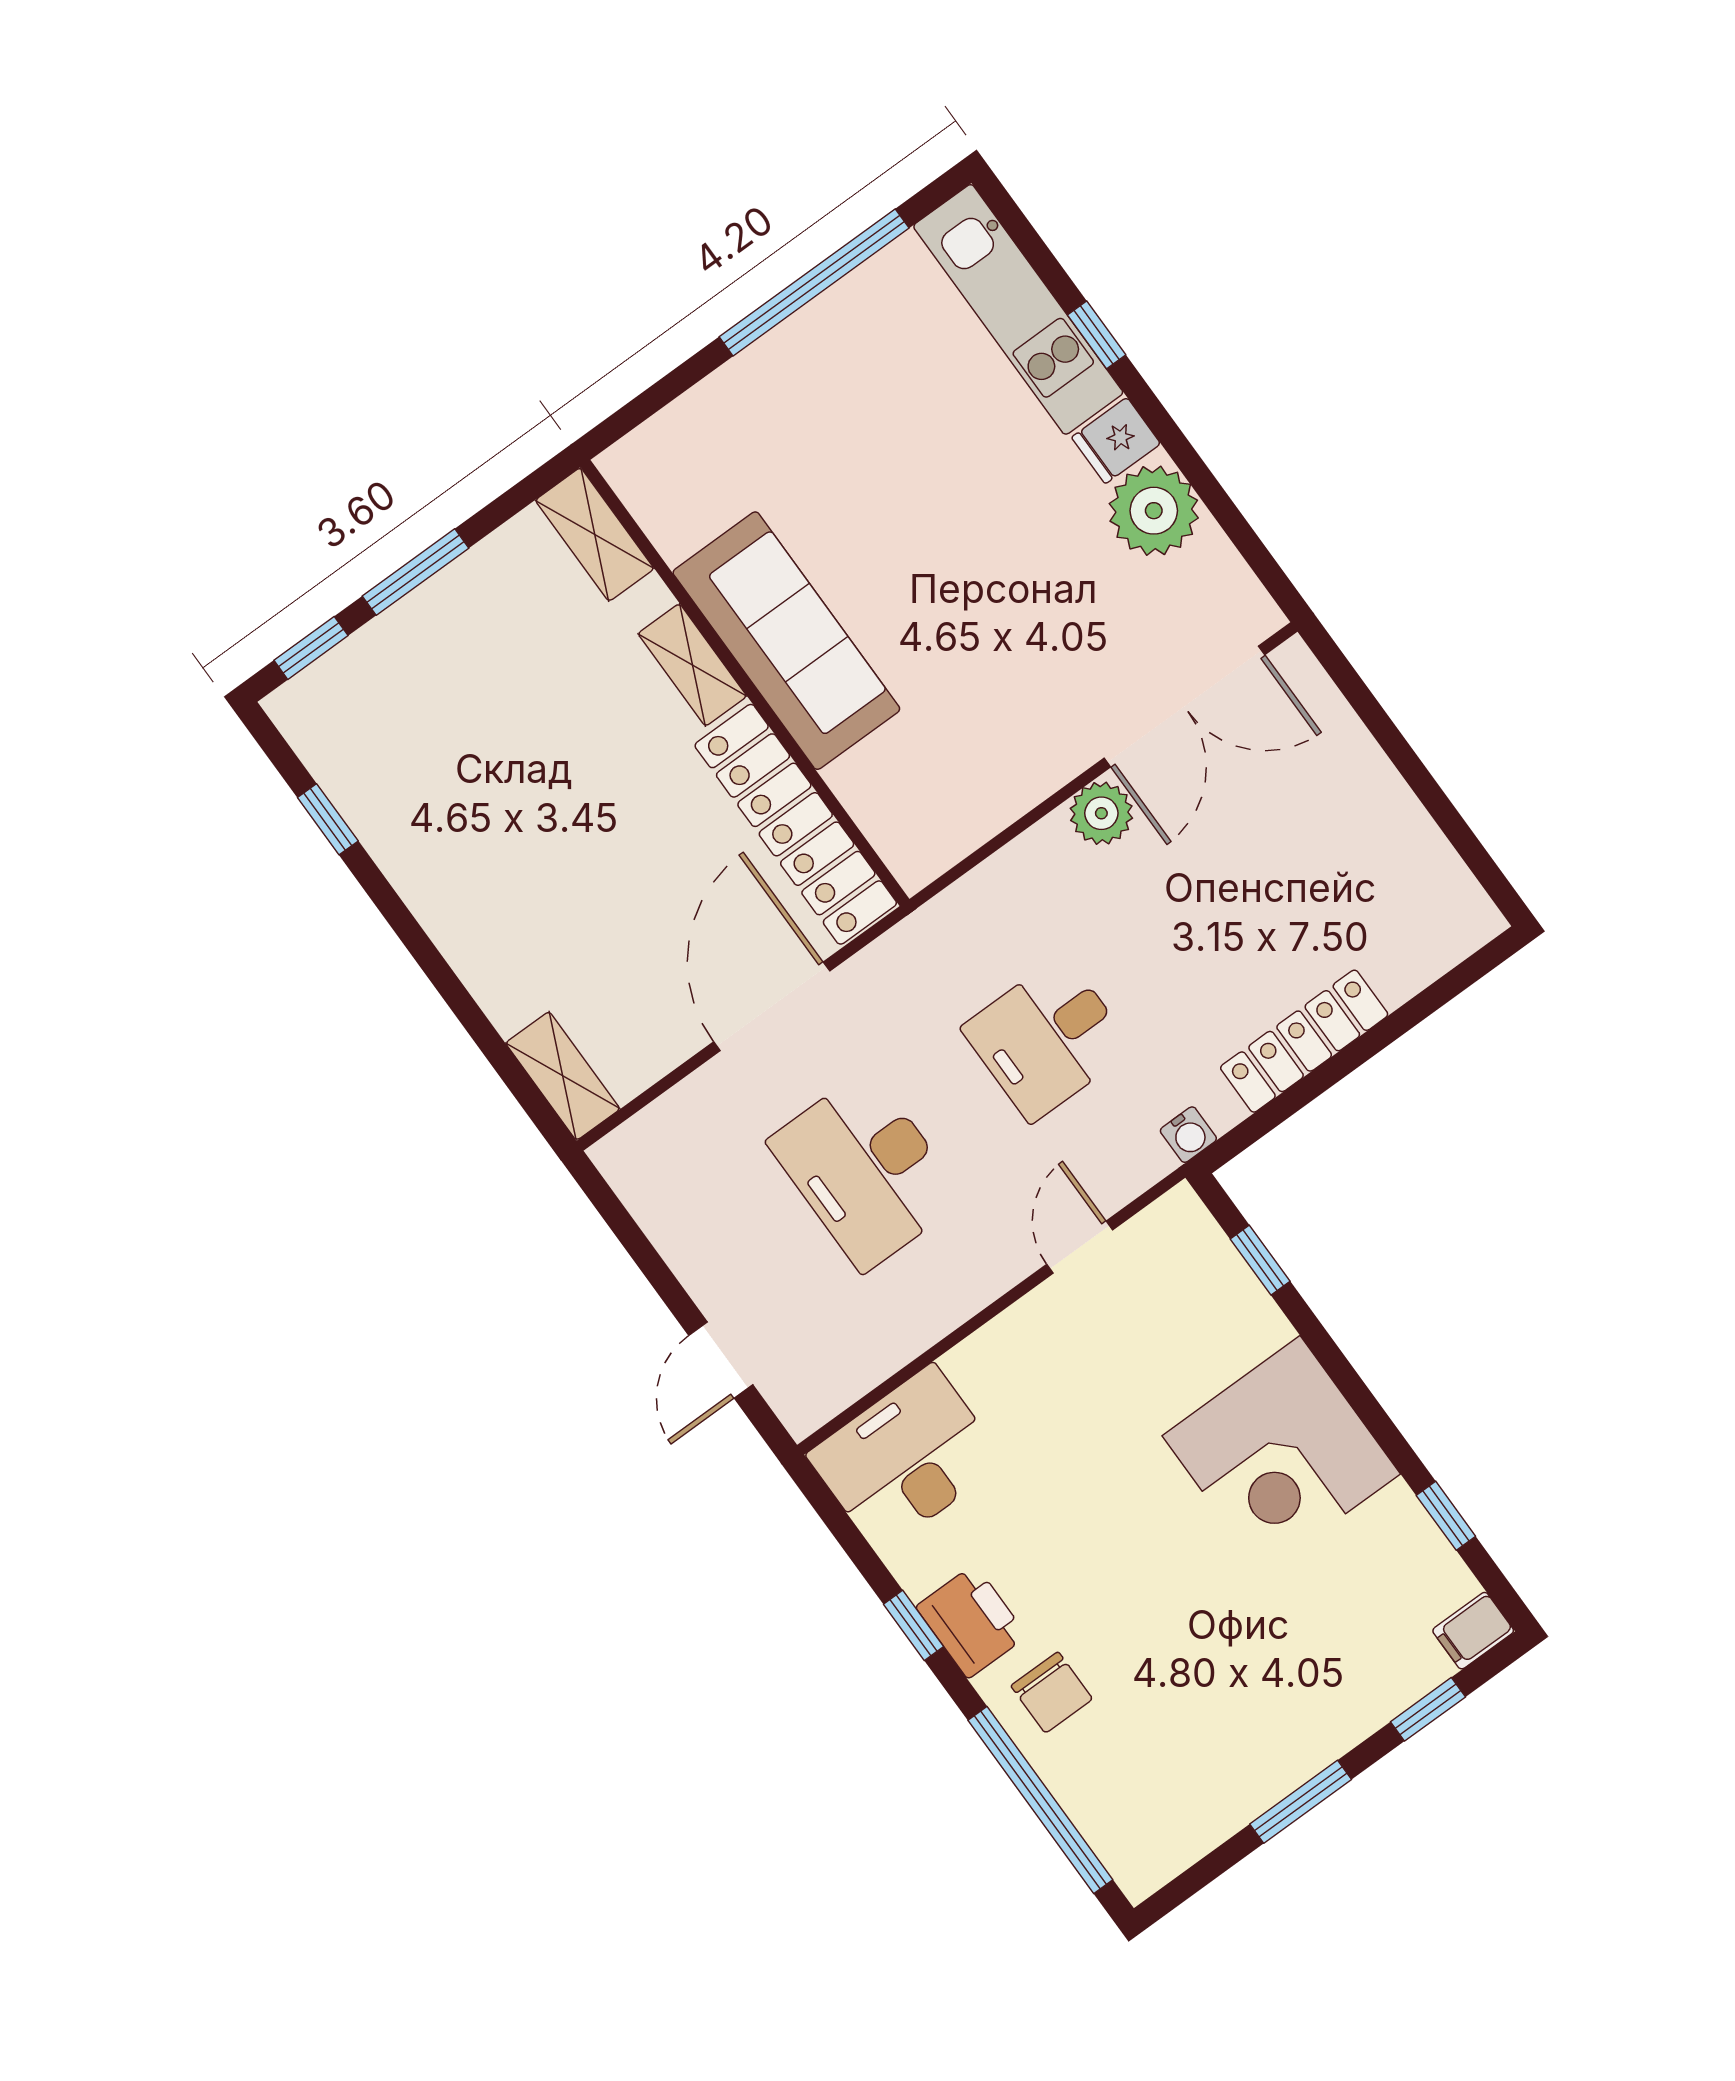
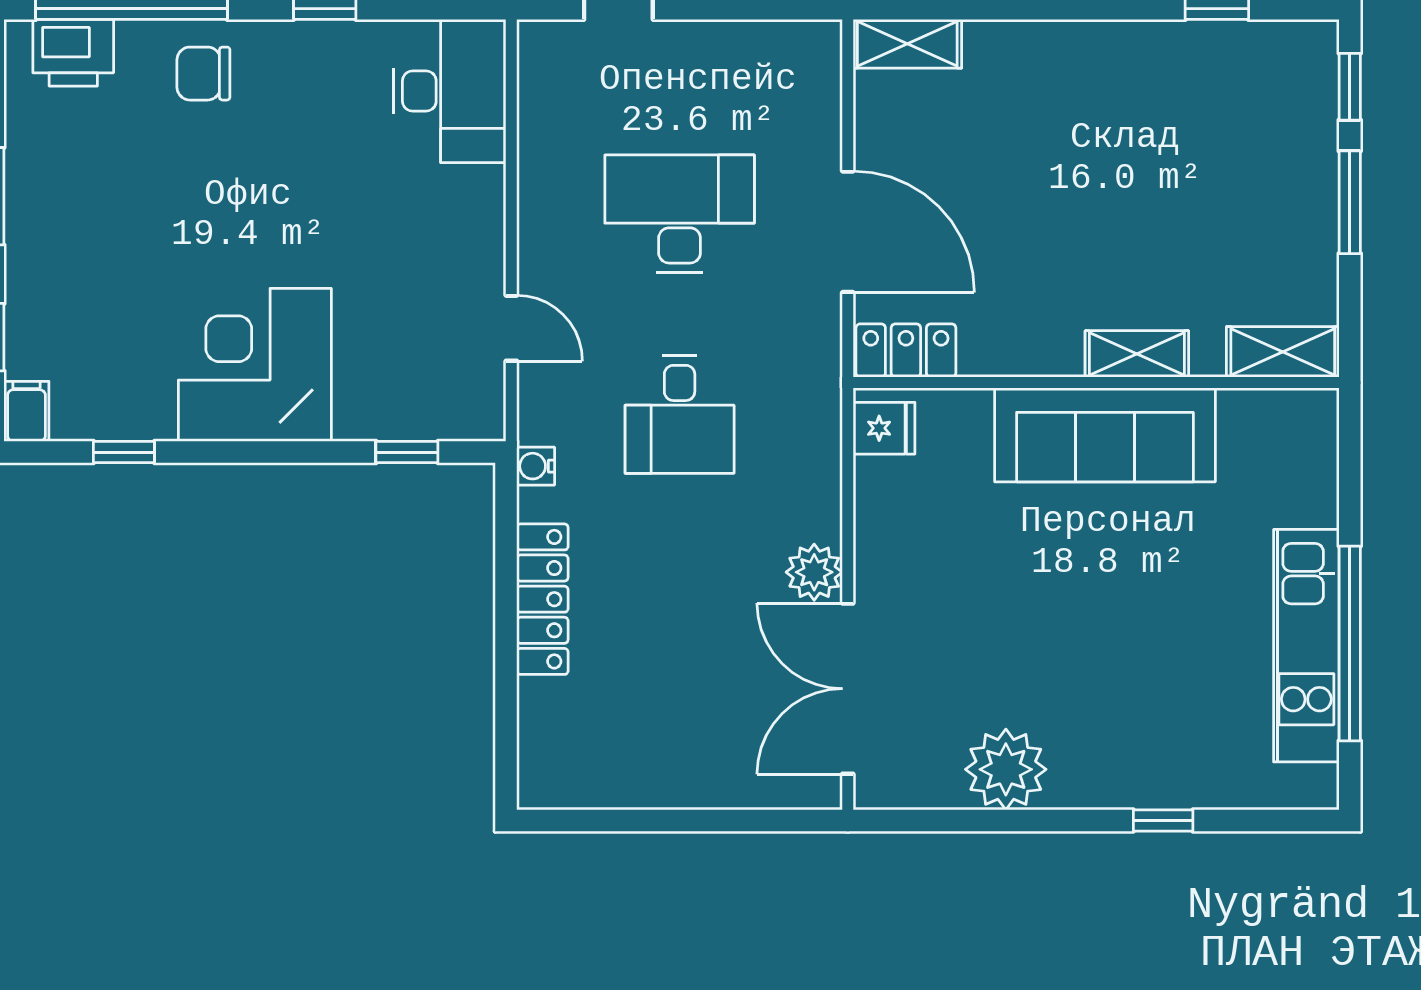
kitchen unit: (1018, 309) -> (1306, 646), moved, turned -90
fridge: (1116, 441) -> (884, 428), moved, turned 90
locker: (796, 824) -> (906, 351), width x0.46, depth x0.83
desk: (1047, 1038) -> (680, 415), turned 180
printer: (971, 1621) -> (73, 53), moved

